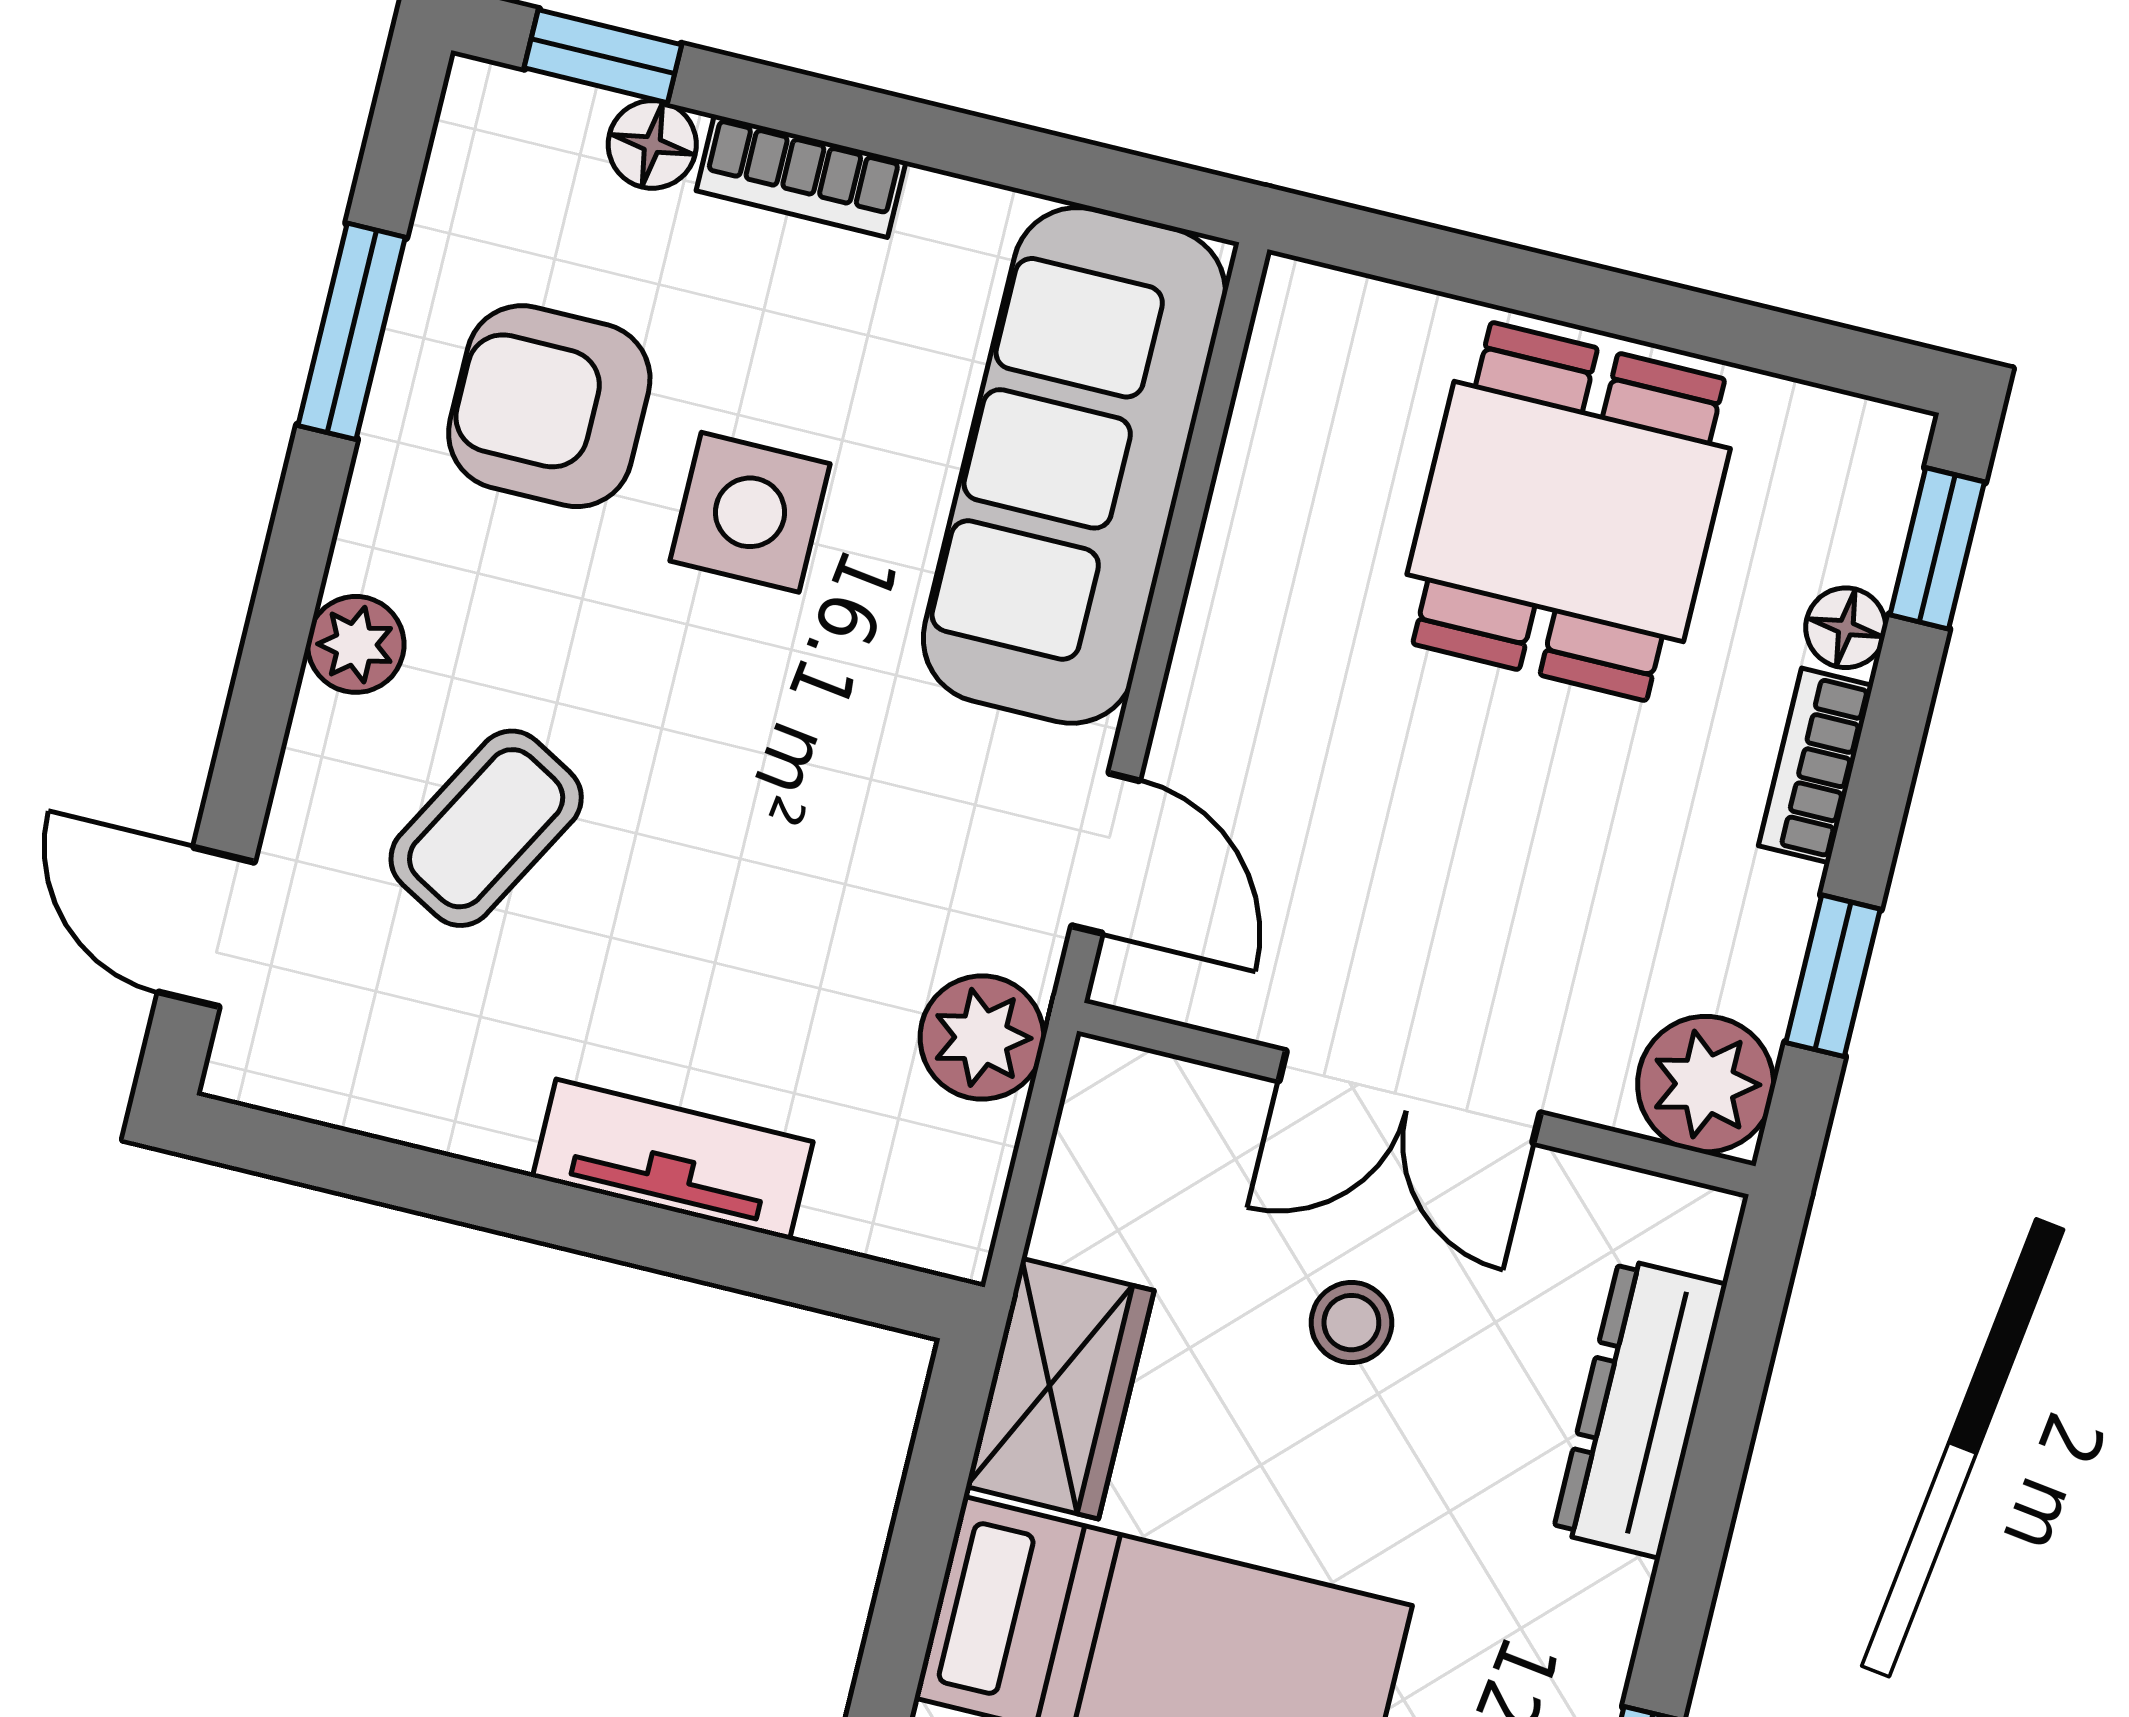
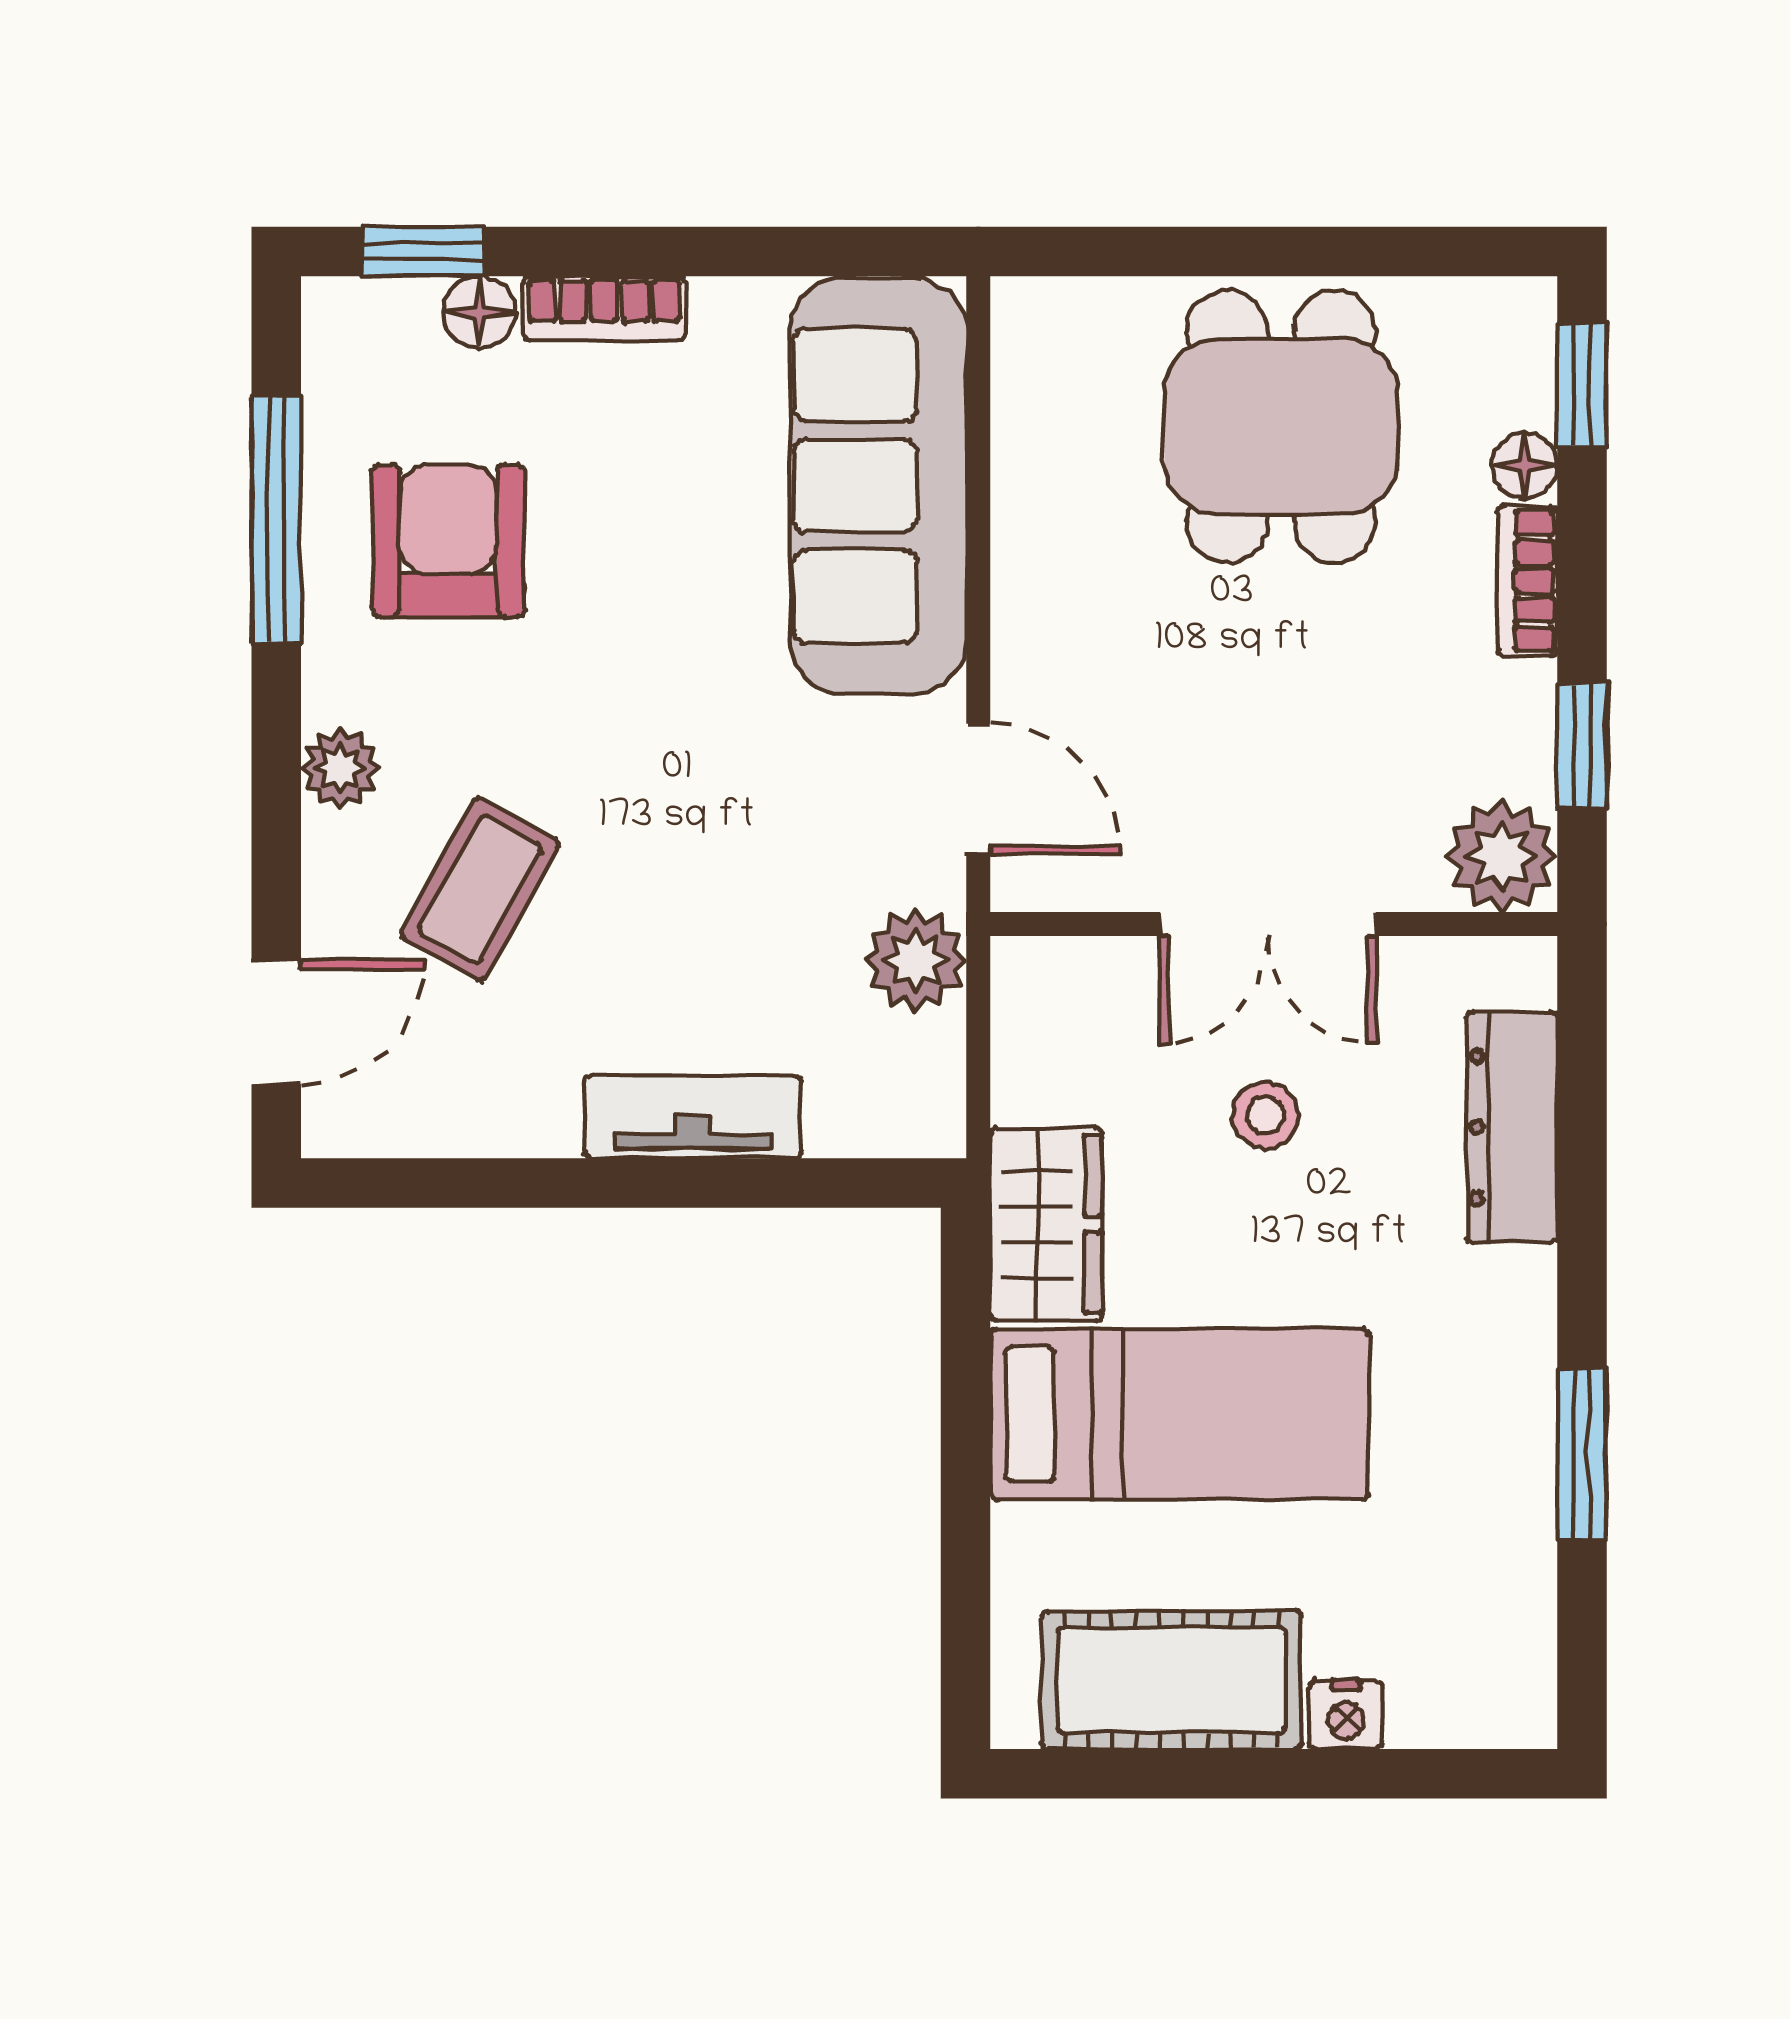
window: (352, 331) -> (276, 519), width x1.44
armchair: (549, 406) -> (448, 541), turned 90
side table: (750, 512) -> (629, 586), removed
door: (206, 927) -> (276, 1022), swing flipped

